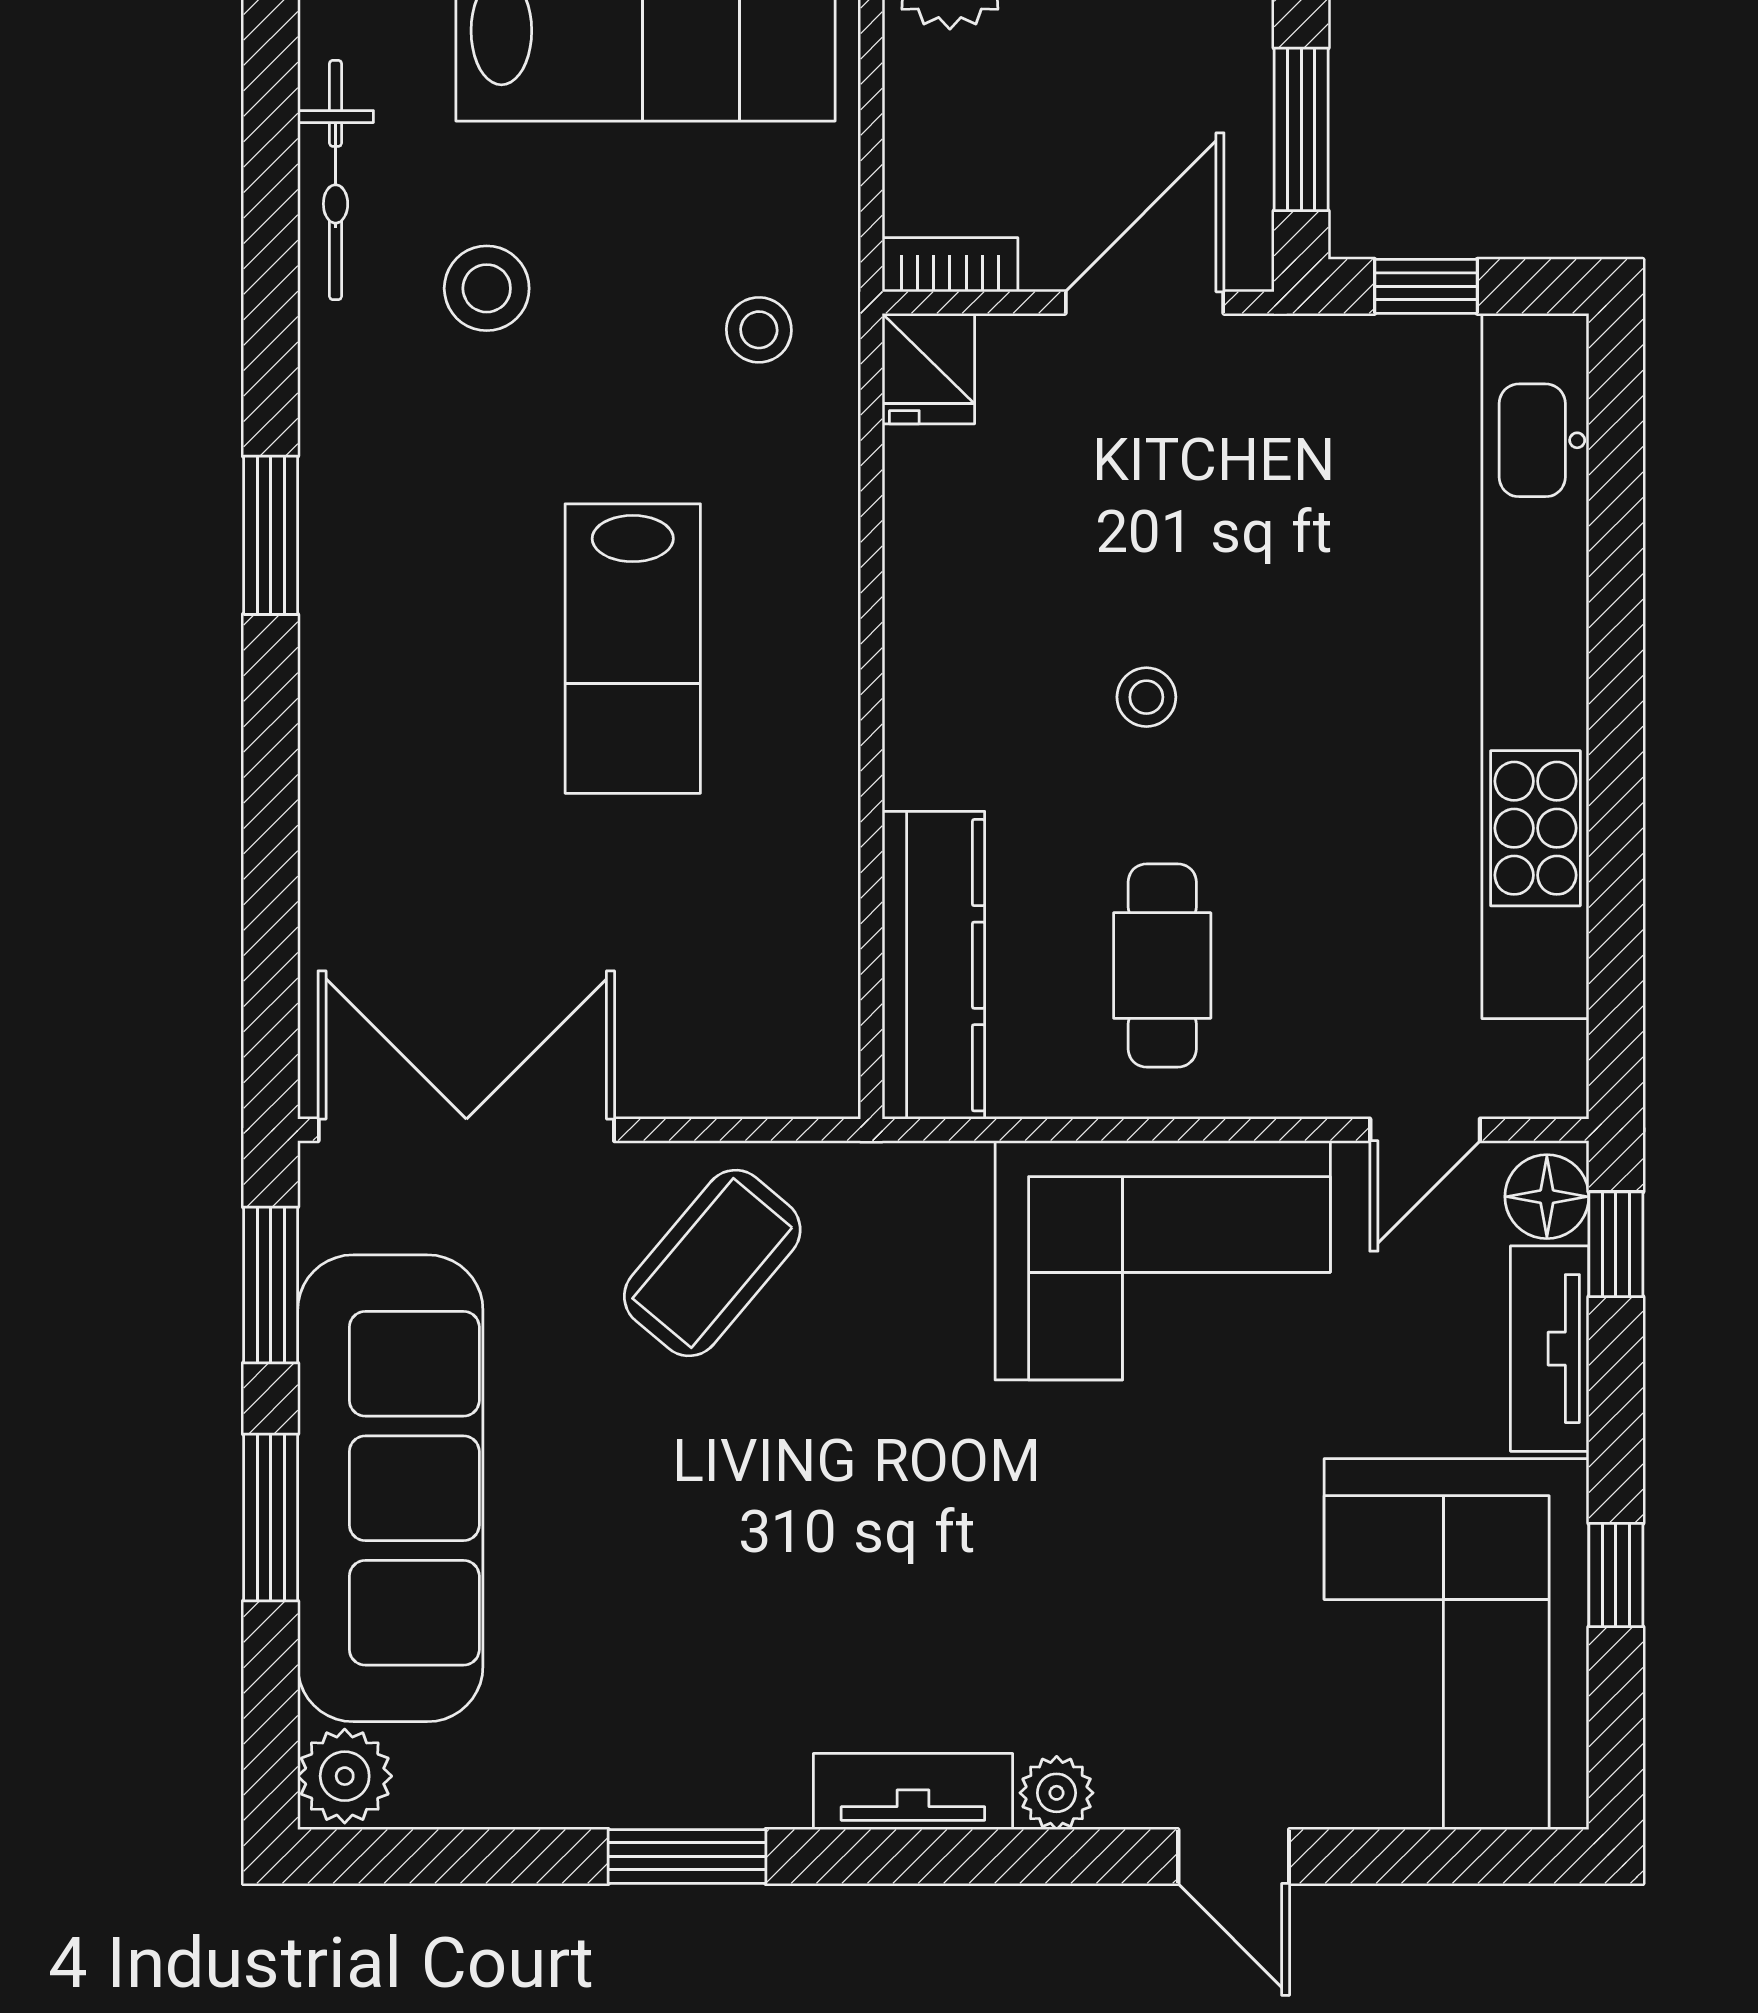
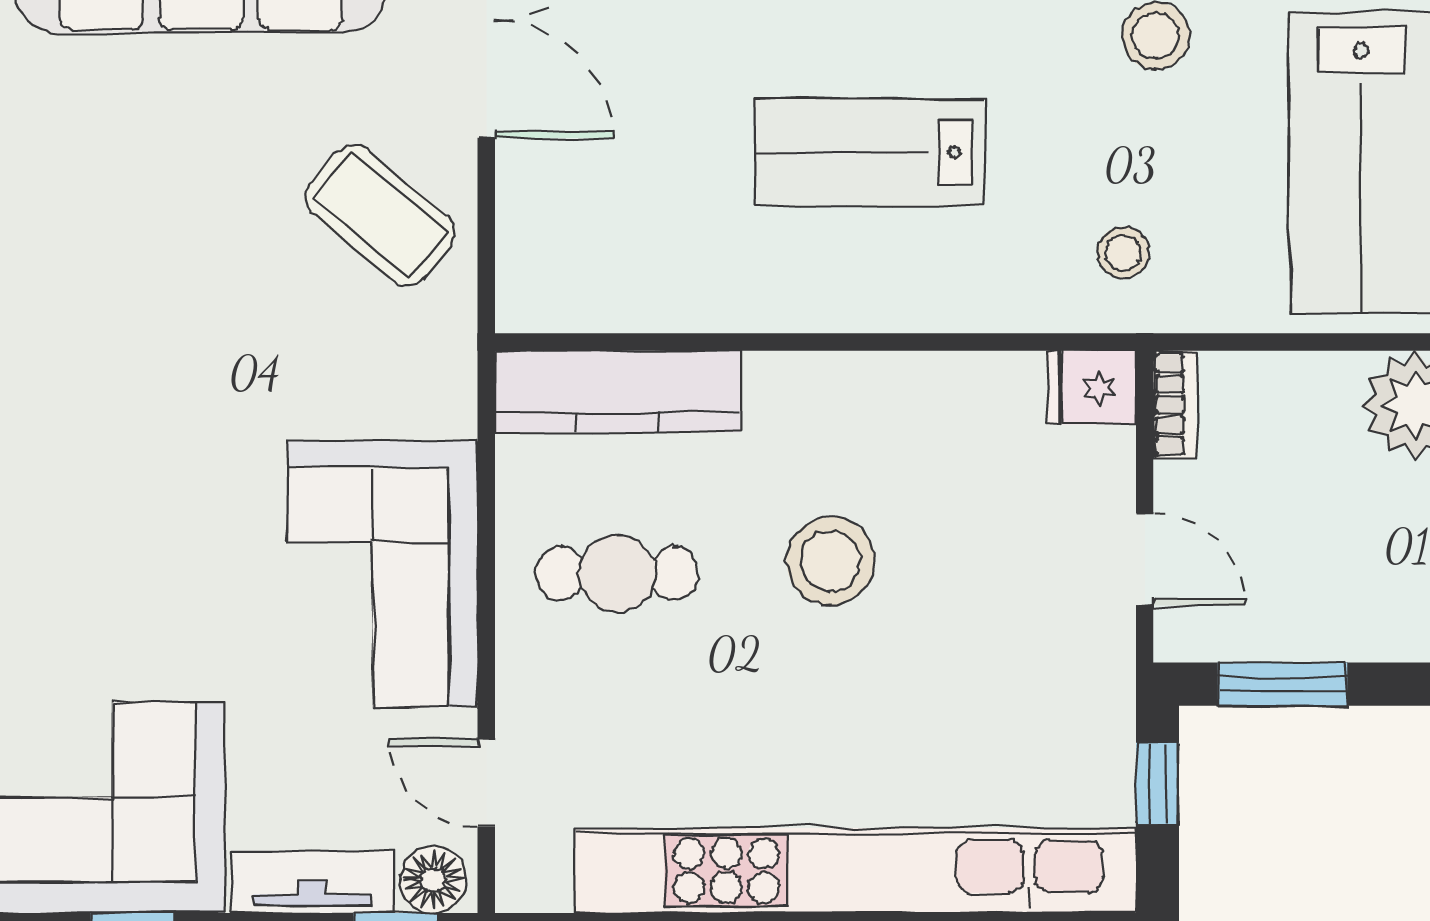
door: (1145, 303) -> (1145, 559), width x0.73
stool: (1146, 697) -> (831, 561), width x1.89, depth x1.89

